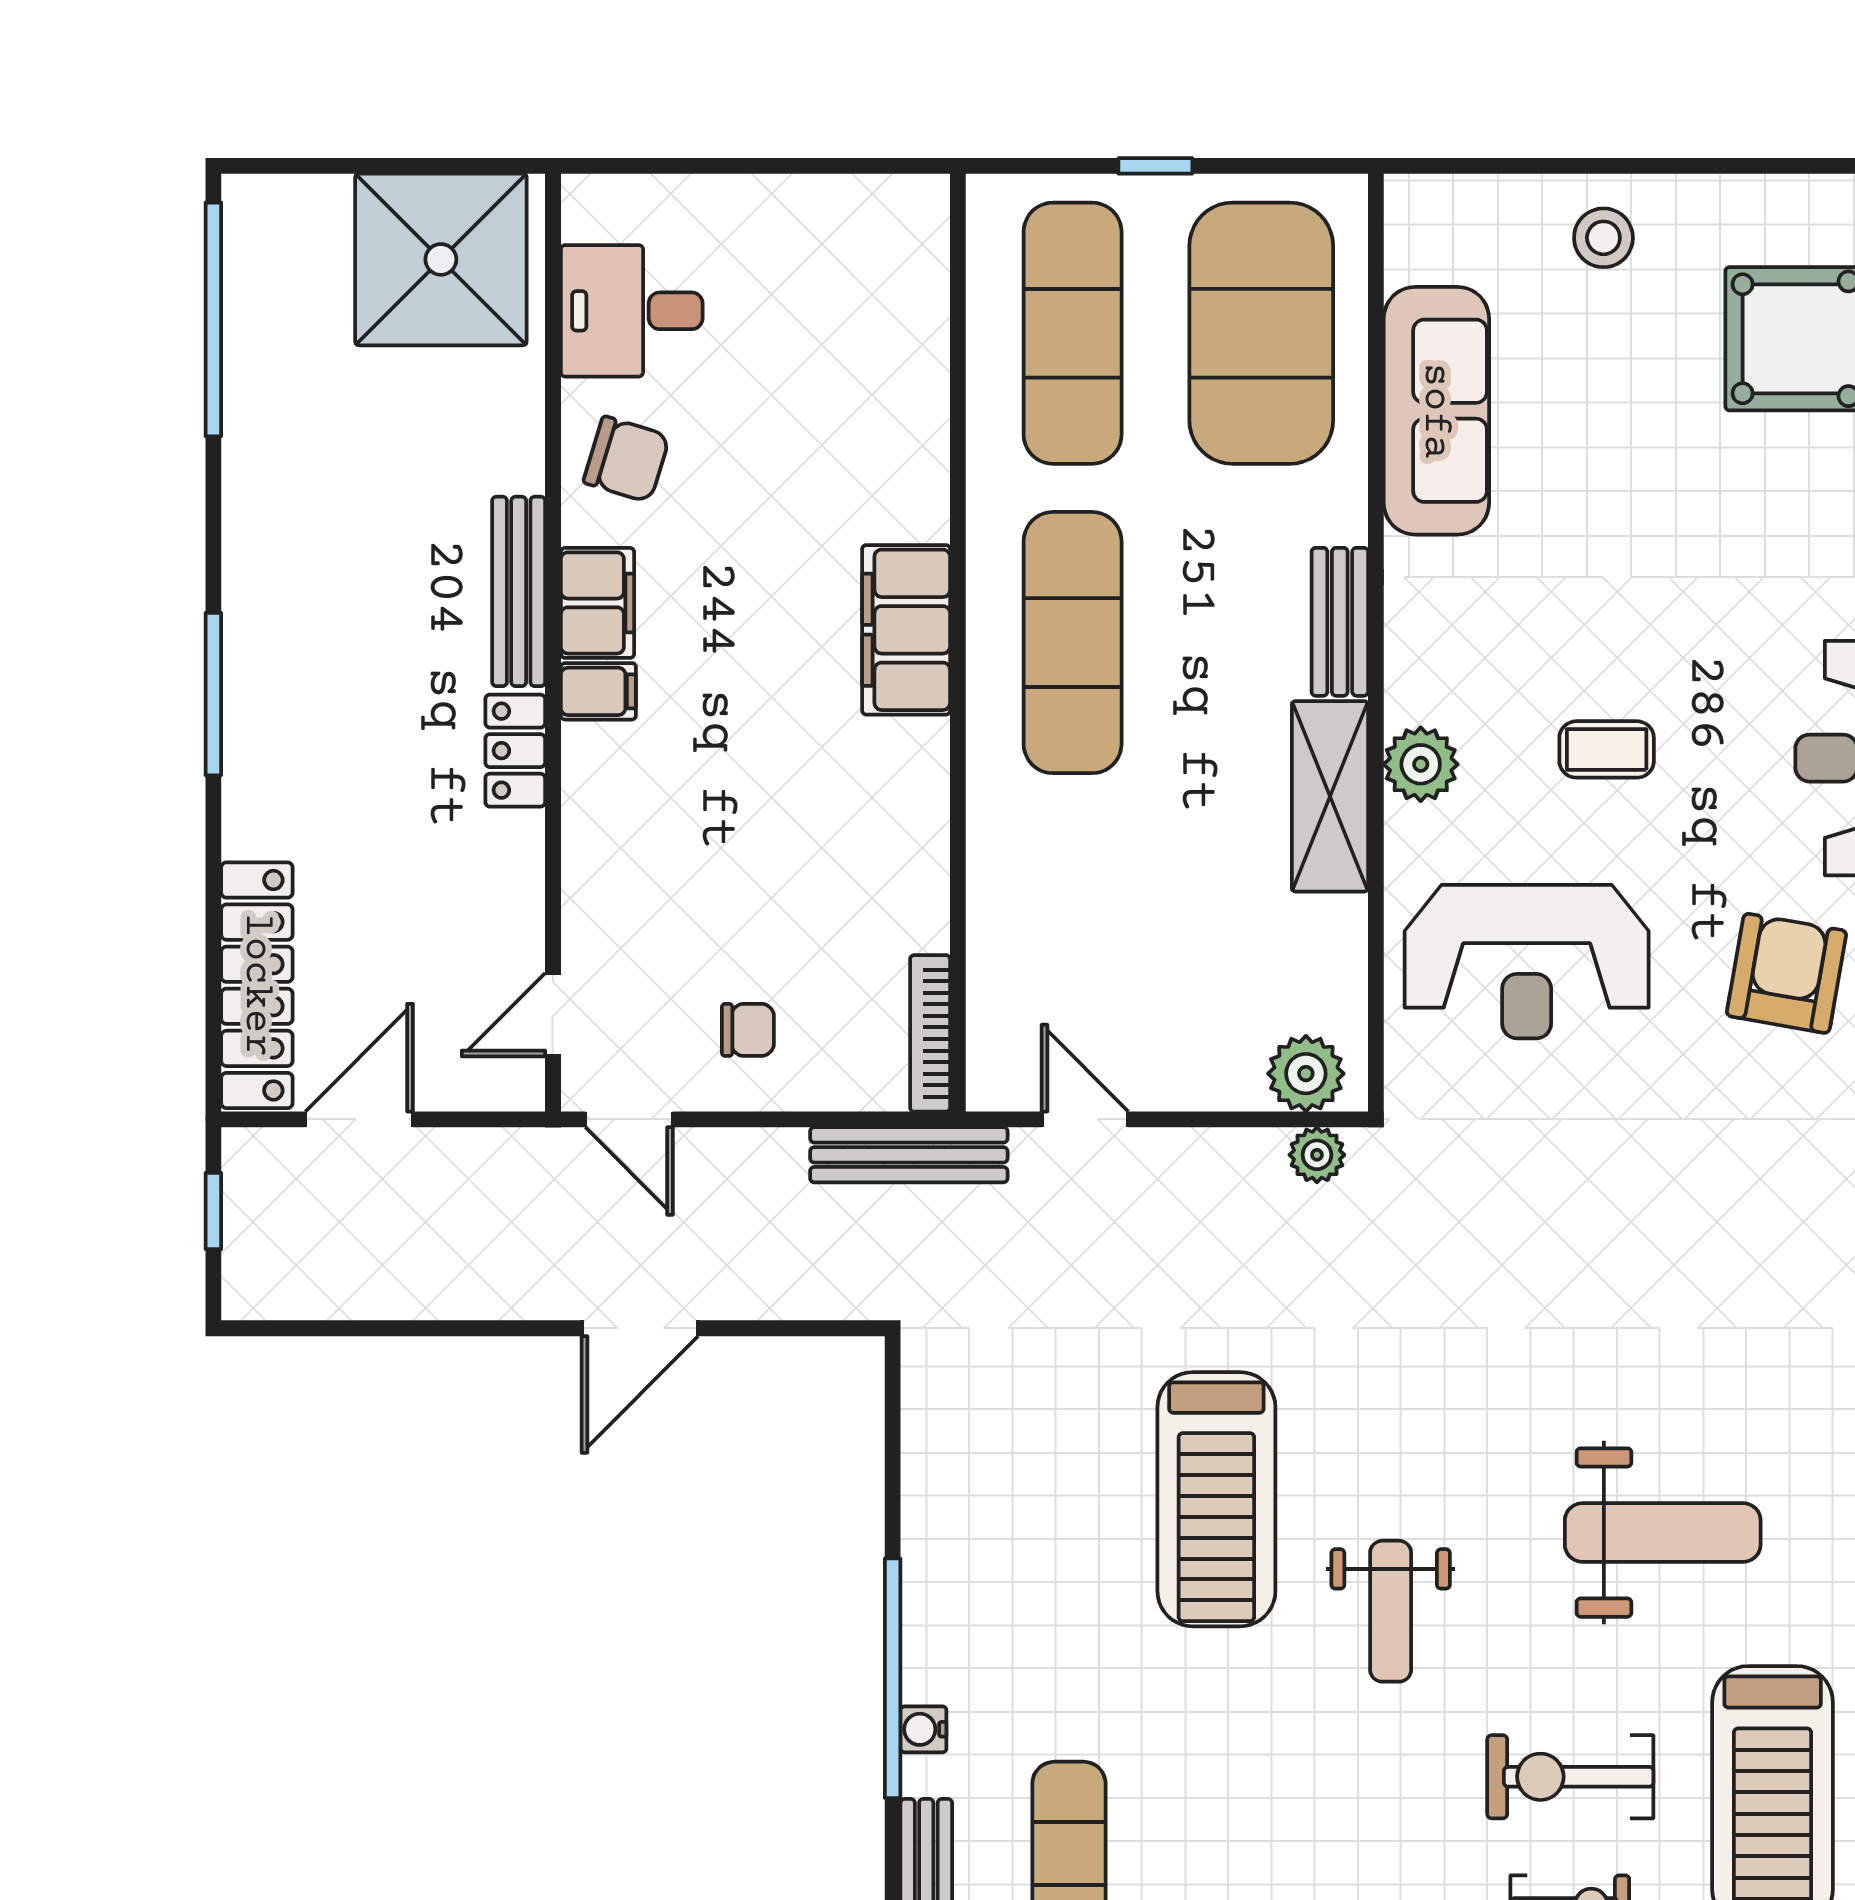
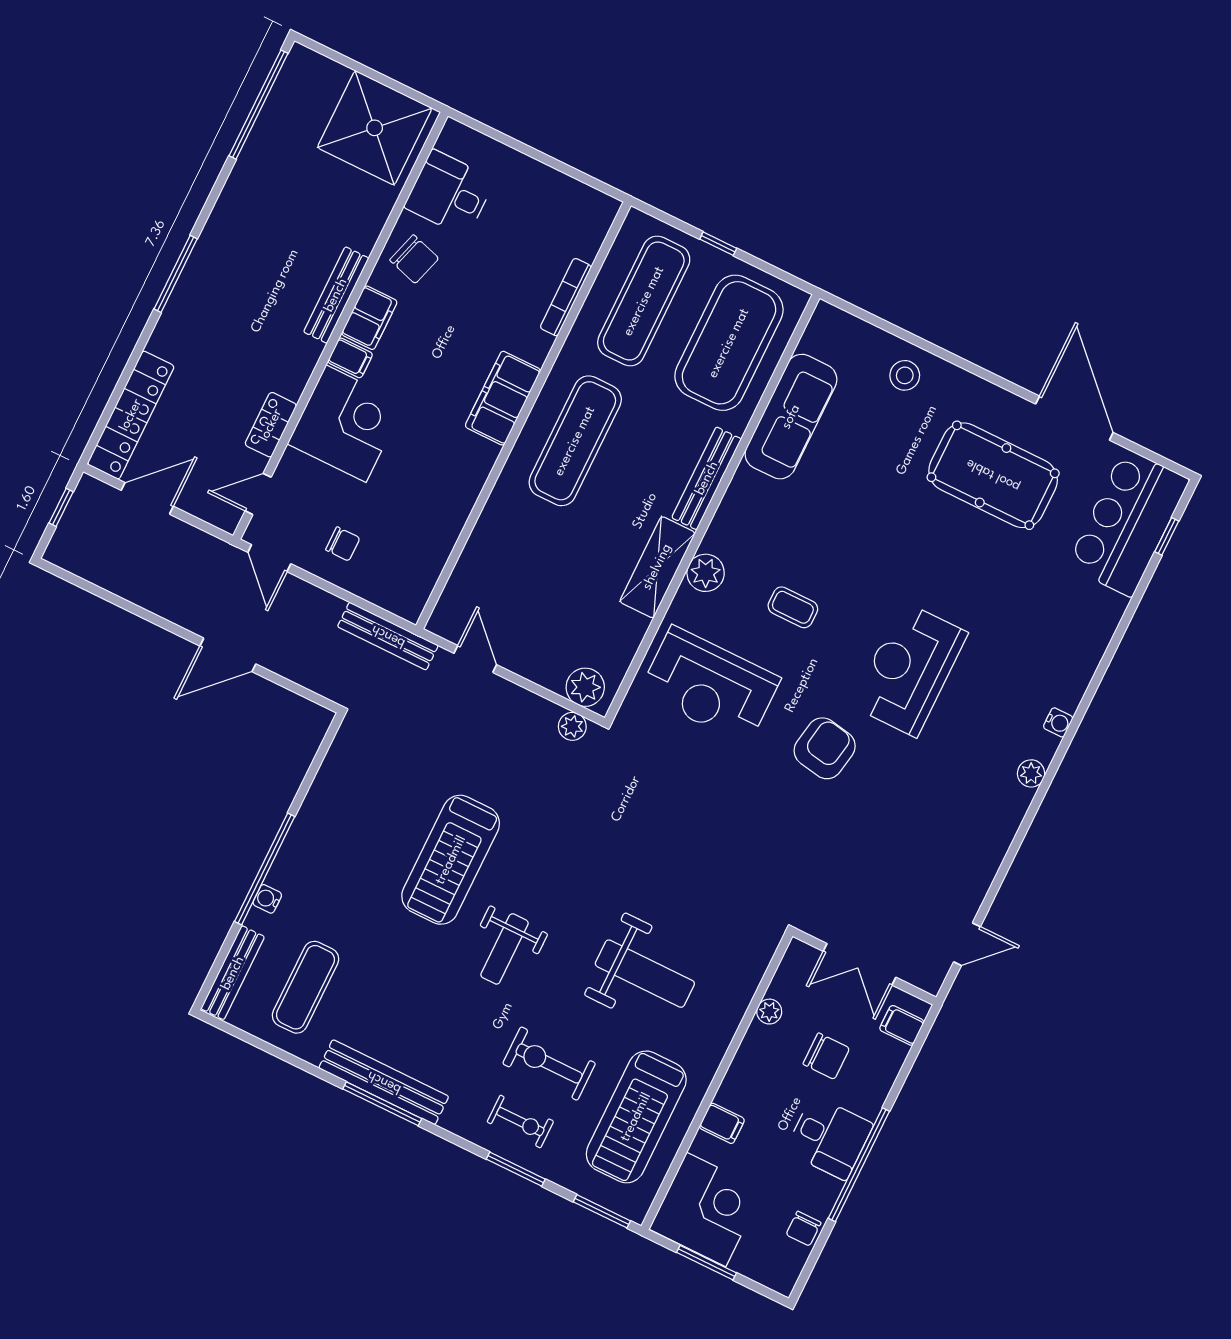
bench: (1340, 622) -> (707, 478), width x1.36
locker: (515, 751) -> (271, 425), moved
corner desk: (648, 812) -> (346, 424), added
bookcase: (930, 1033) -> (566, 297), moved

